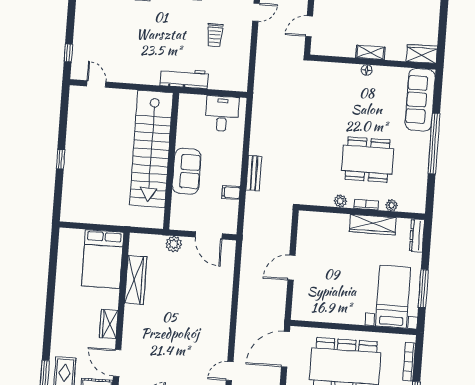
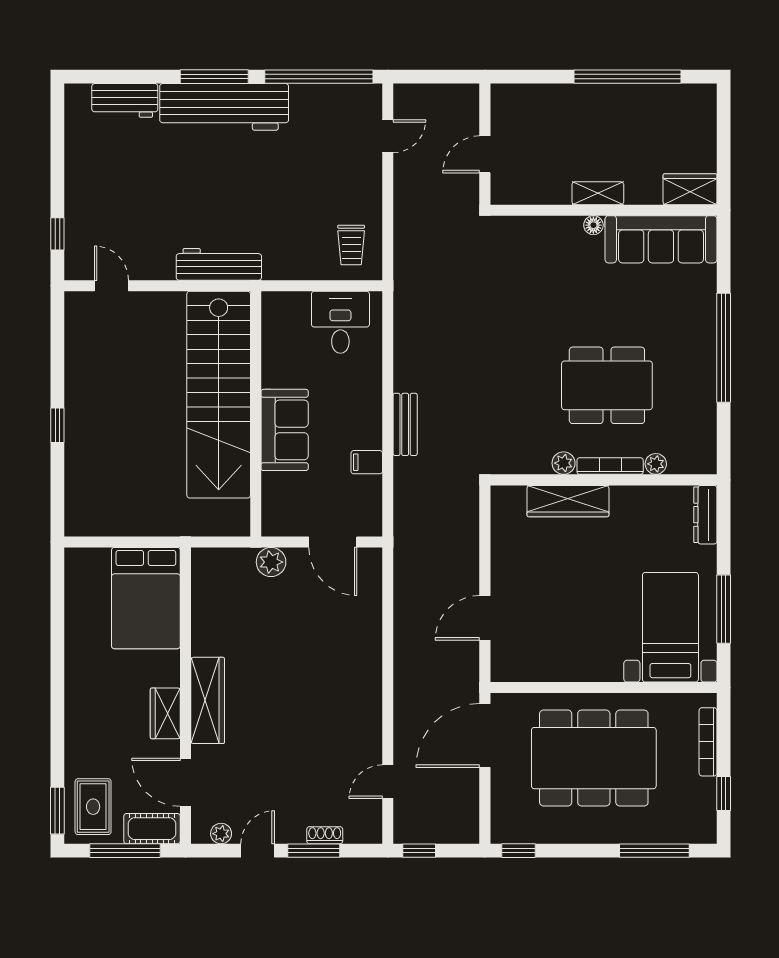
trolley: (215, 35) -> (351, 245), moved
workbench: (184, 78) -> (219, 264), moved
sofa: (420, 100) -> (661, 239), moved, turned -90
bookcase: (366, 205) -> (610, 466), width x1.56
wardrobe: (373, 225) -> (568, 501), moved
door: (291, 268) -> (485, 618), moved
wardrobe: (136, 280) -> (208, 700), moved

